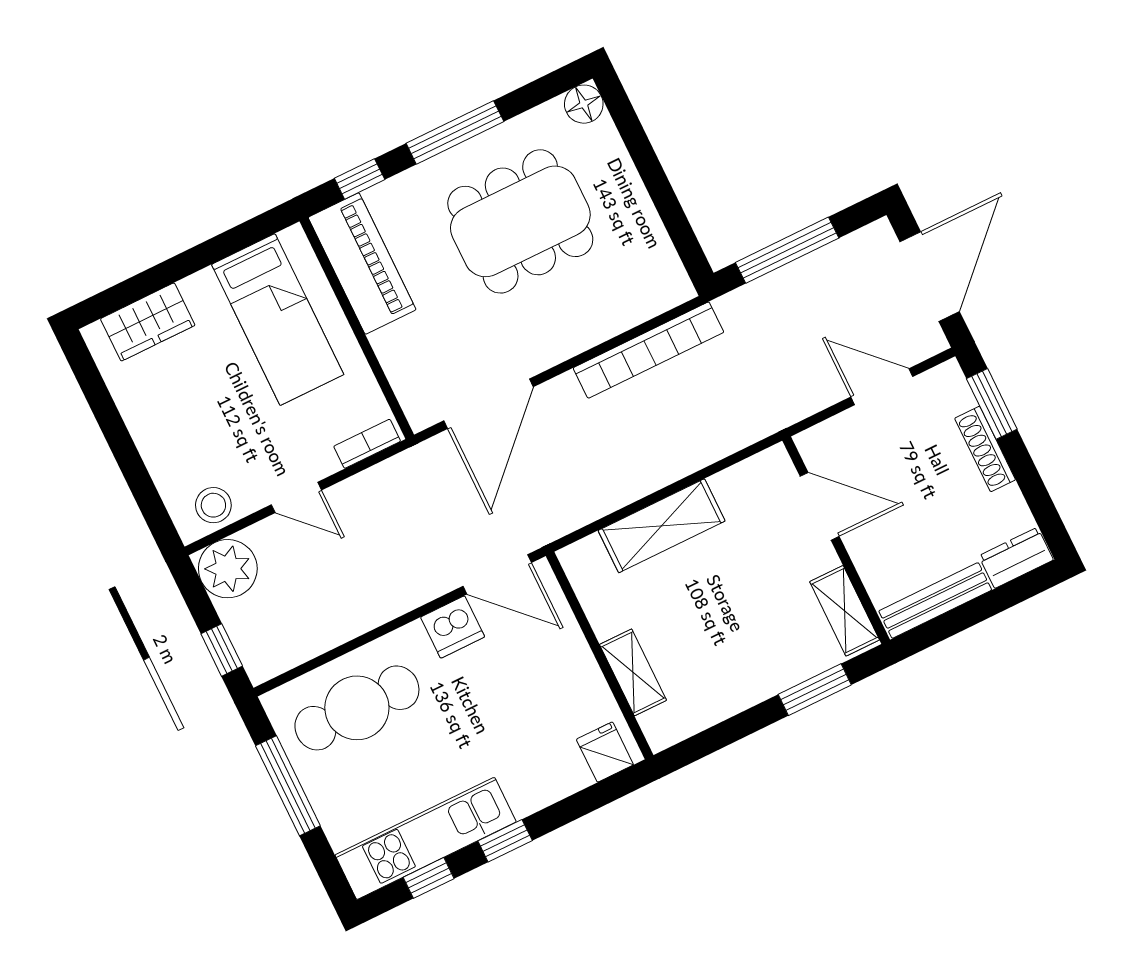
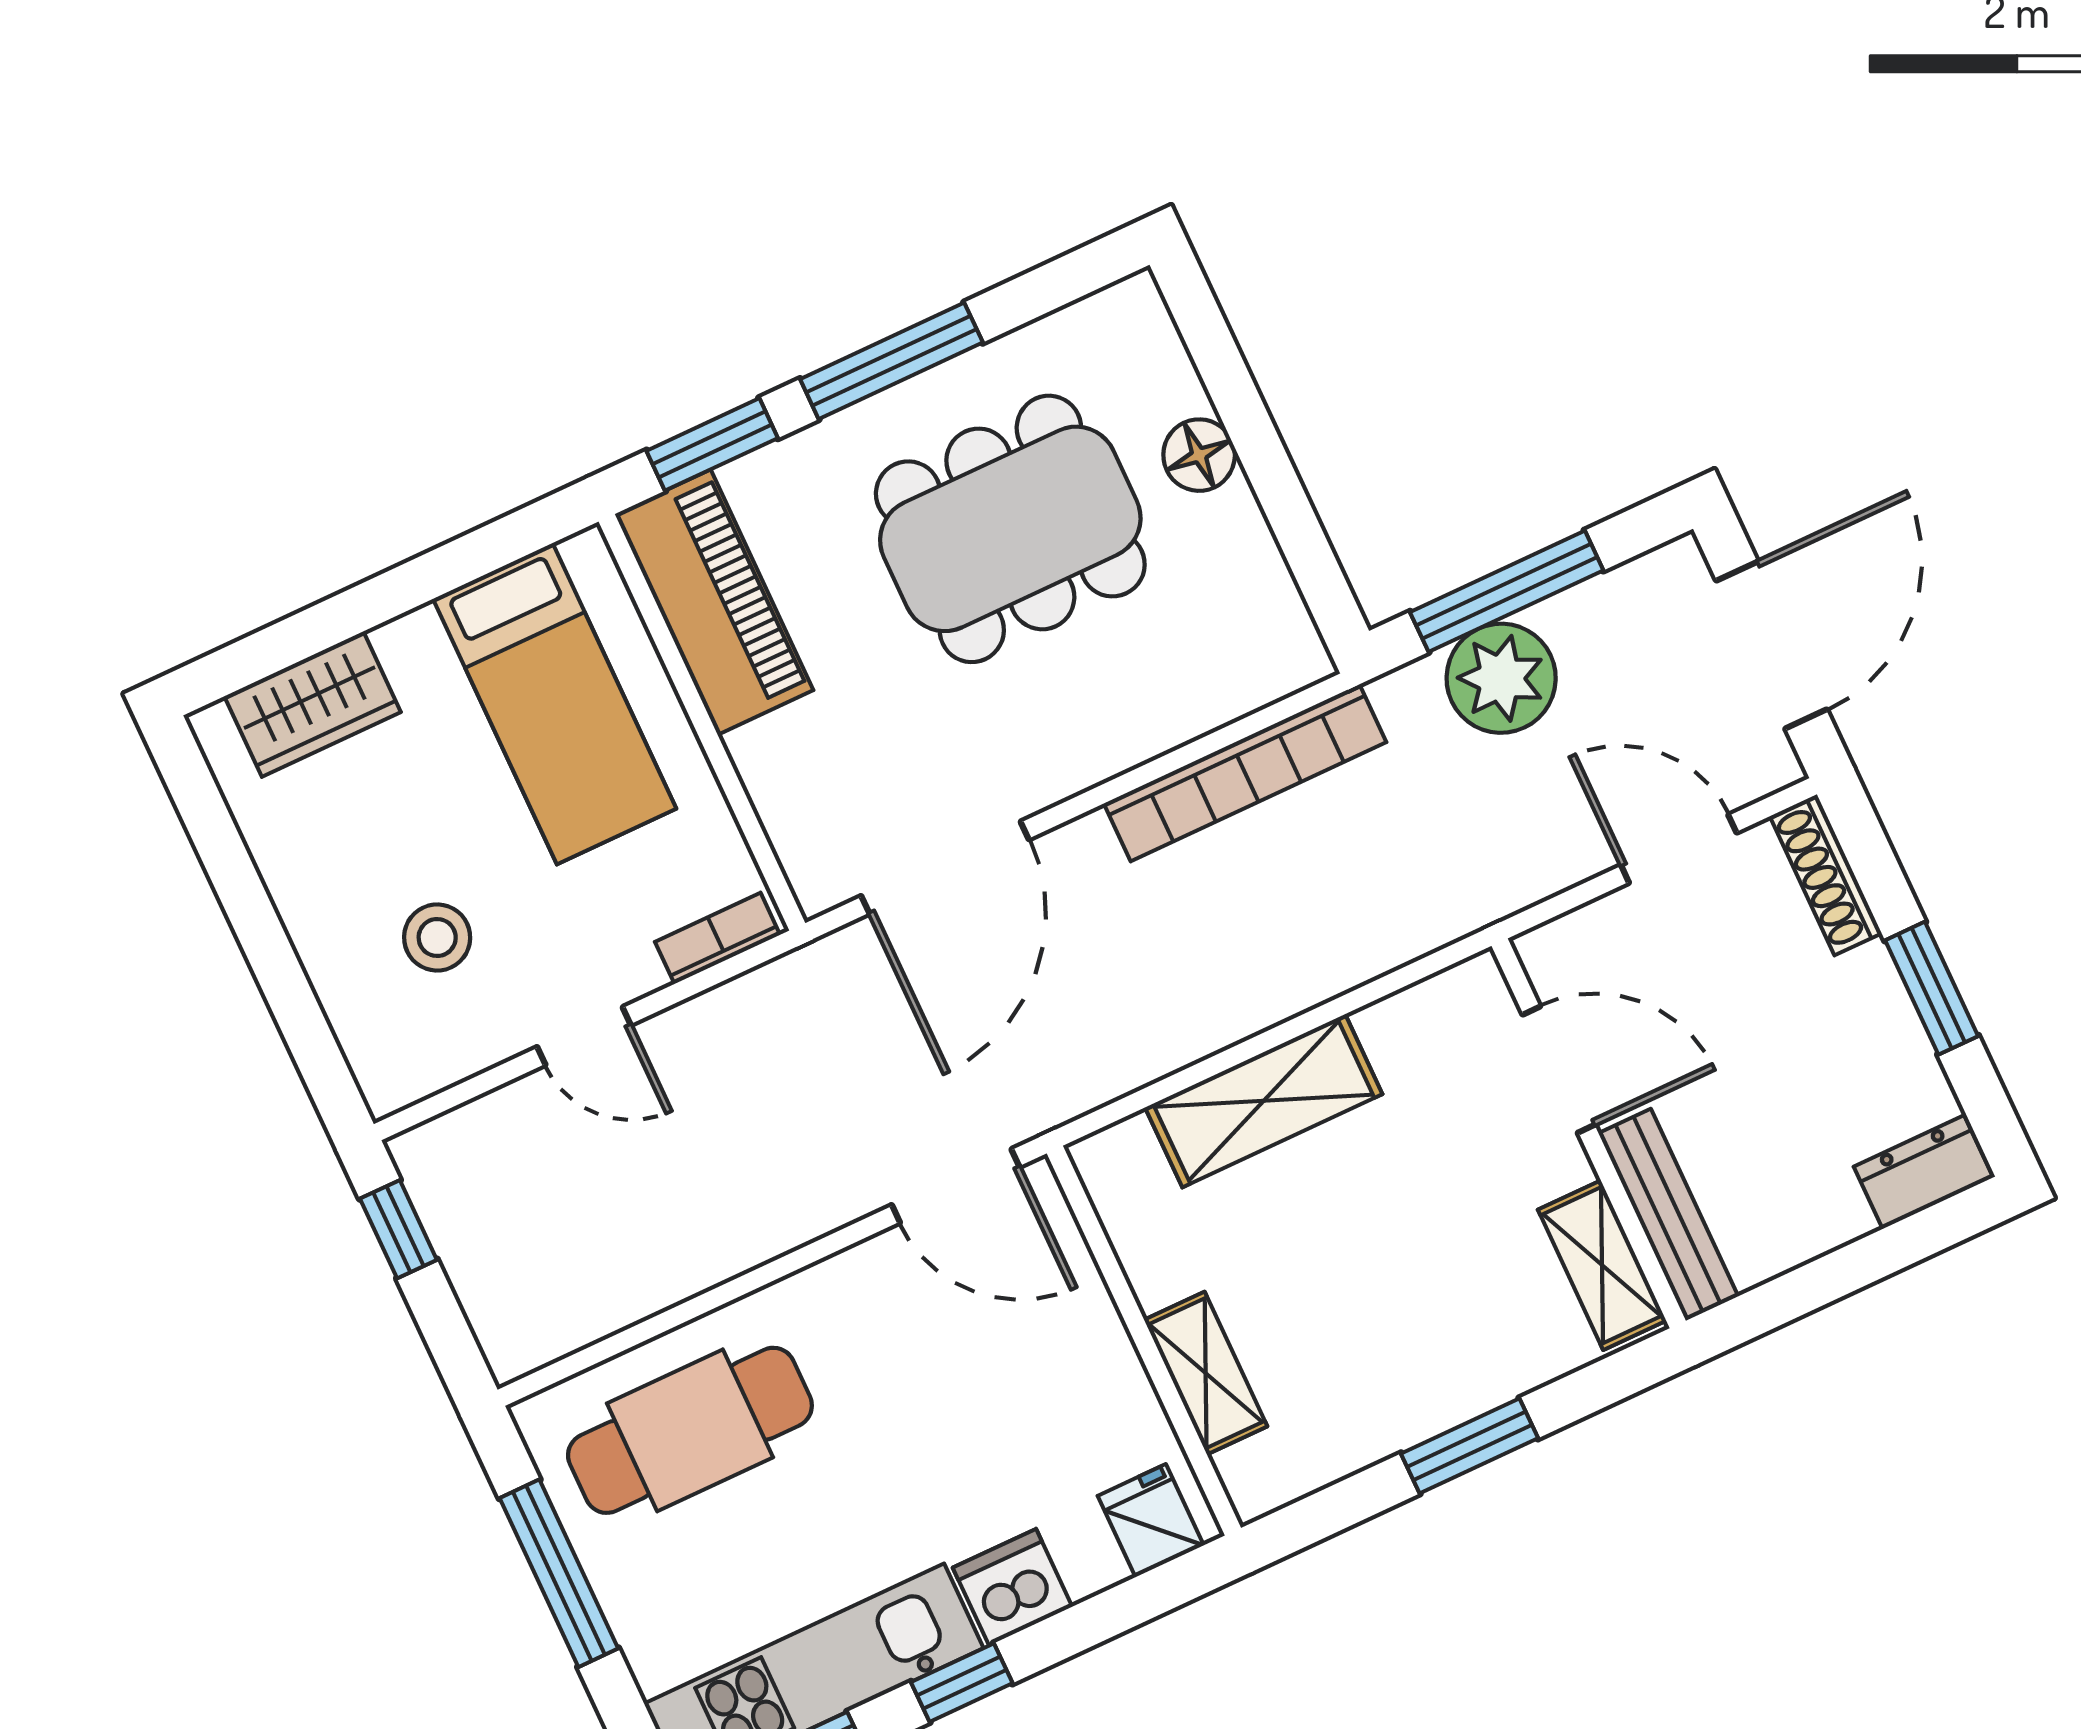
floor lamp: (584, 104) -> (1199, 455), moved
window: (360, 179) -> (712, 444), width x1.50
window: (992, 404) -> (1932, 988), moved
shoe rack: (985, 449) -> (1826, 875), moved
stool: (213, 505) -> (437, 938), moved
plant: (228, 569) -> (1501, 678), moved
bench: (935, 600) -> (1668, 1215), moved, turned 90
dishwasher: (453, 627) -> (1013, 1587), moved, turned 180
window: (222, 650) -> (398, 1229), moved
window: (815, 690) -> (1469, 1446), moved

